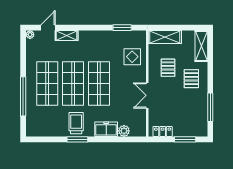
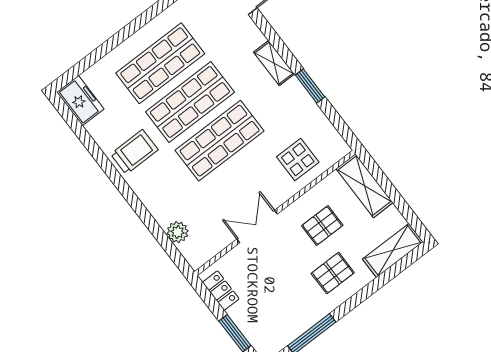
window: (122, 28) -> (310, 86), moved
shelving: (67, 36) -> (274, 63), moved
window: (23, 96) -> (113, 42), removed
freezer: (106, 129) -> (80, 101), moved
window: (77, 139) -> (111, 172), removed

